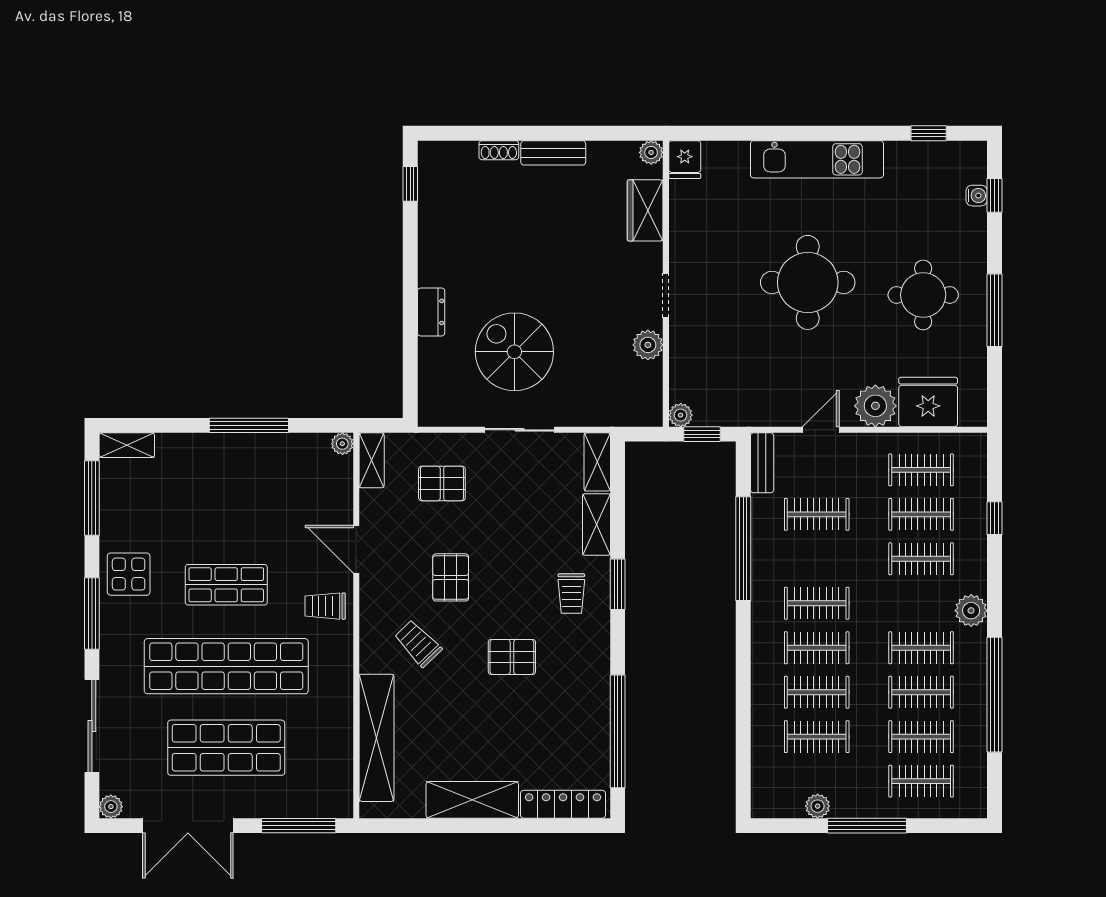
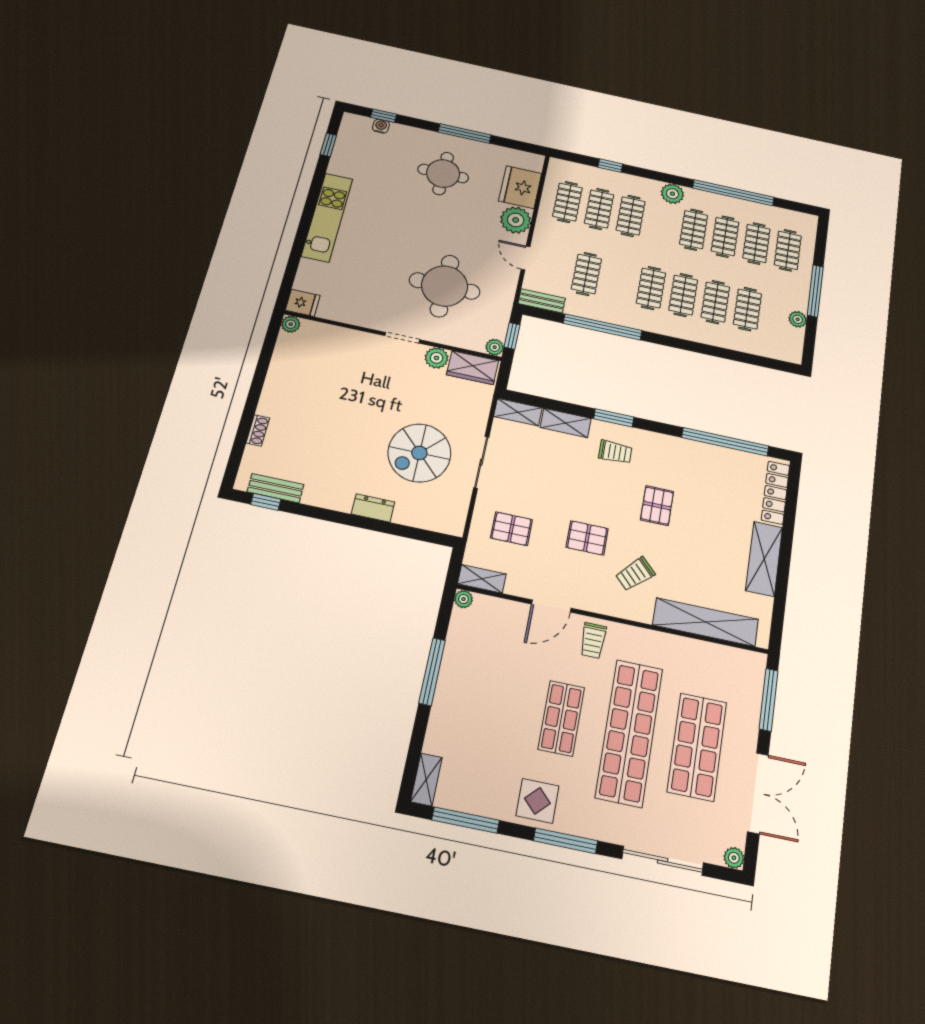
bench: (553, 153) -> (275, 488), moved, turned 90
wardrobe: (645, 210) -> (473, 368), moved
round table: (808, 282) -> (445, 286), moved
pallet: (442, 483) -> (511, 529), turned 90

